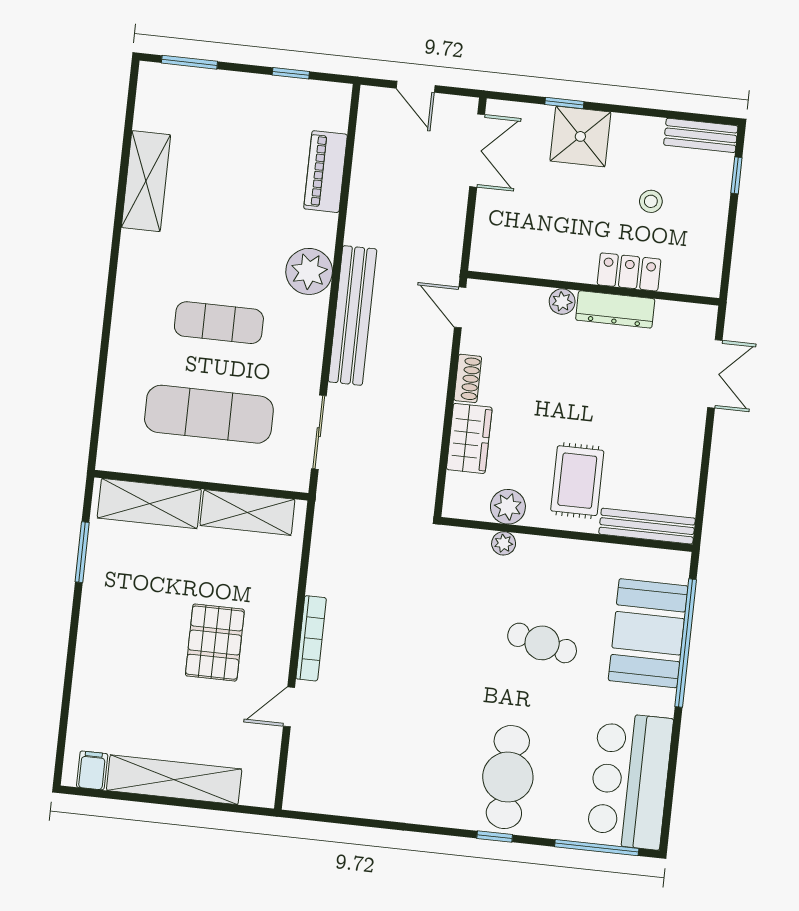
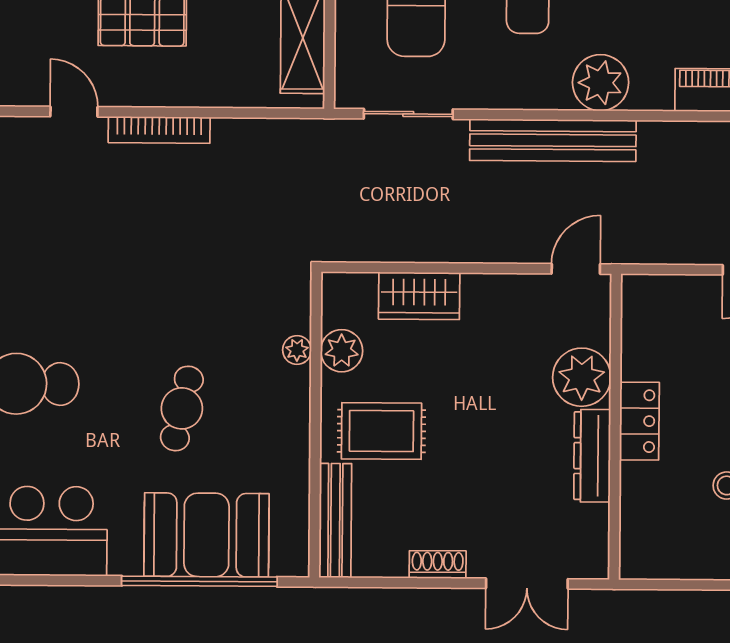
locker: (629, 272) -> (639, 421), moved
plant: (562, 302) -> (582, 377), width x1.88, depth x1.88
shoe rack: (468, 378) -> (438, 565), moved, turned 180

